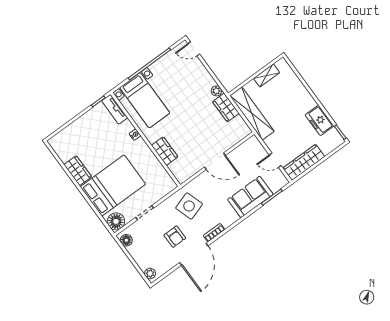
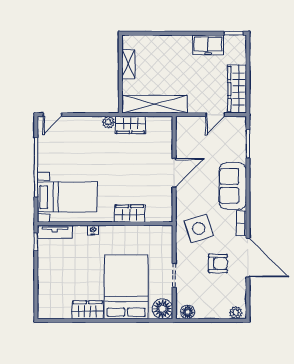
sofa: (250, 197) -> (233, 186), moved

